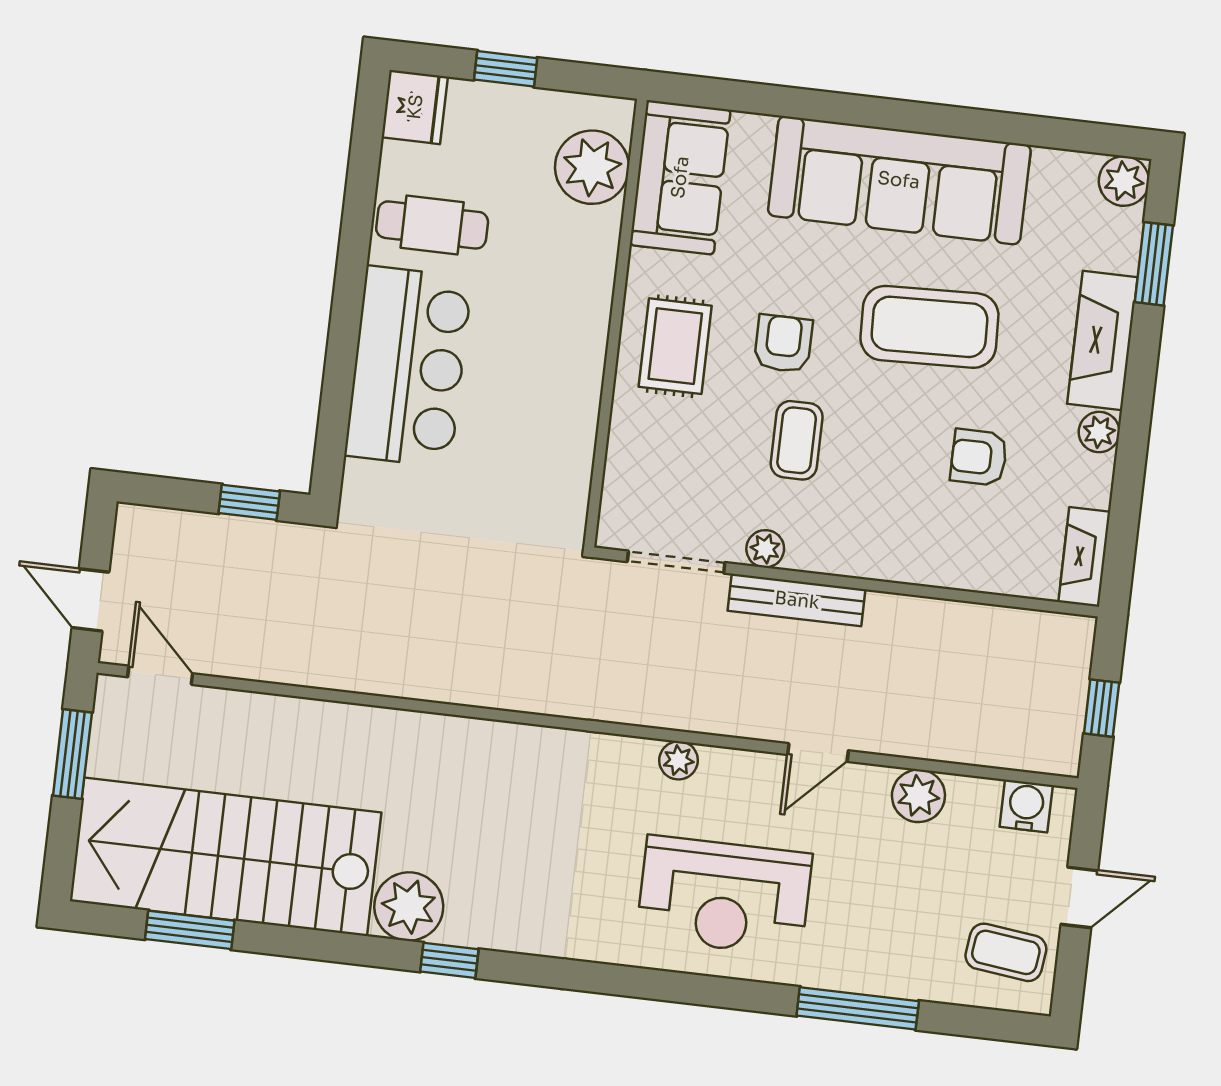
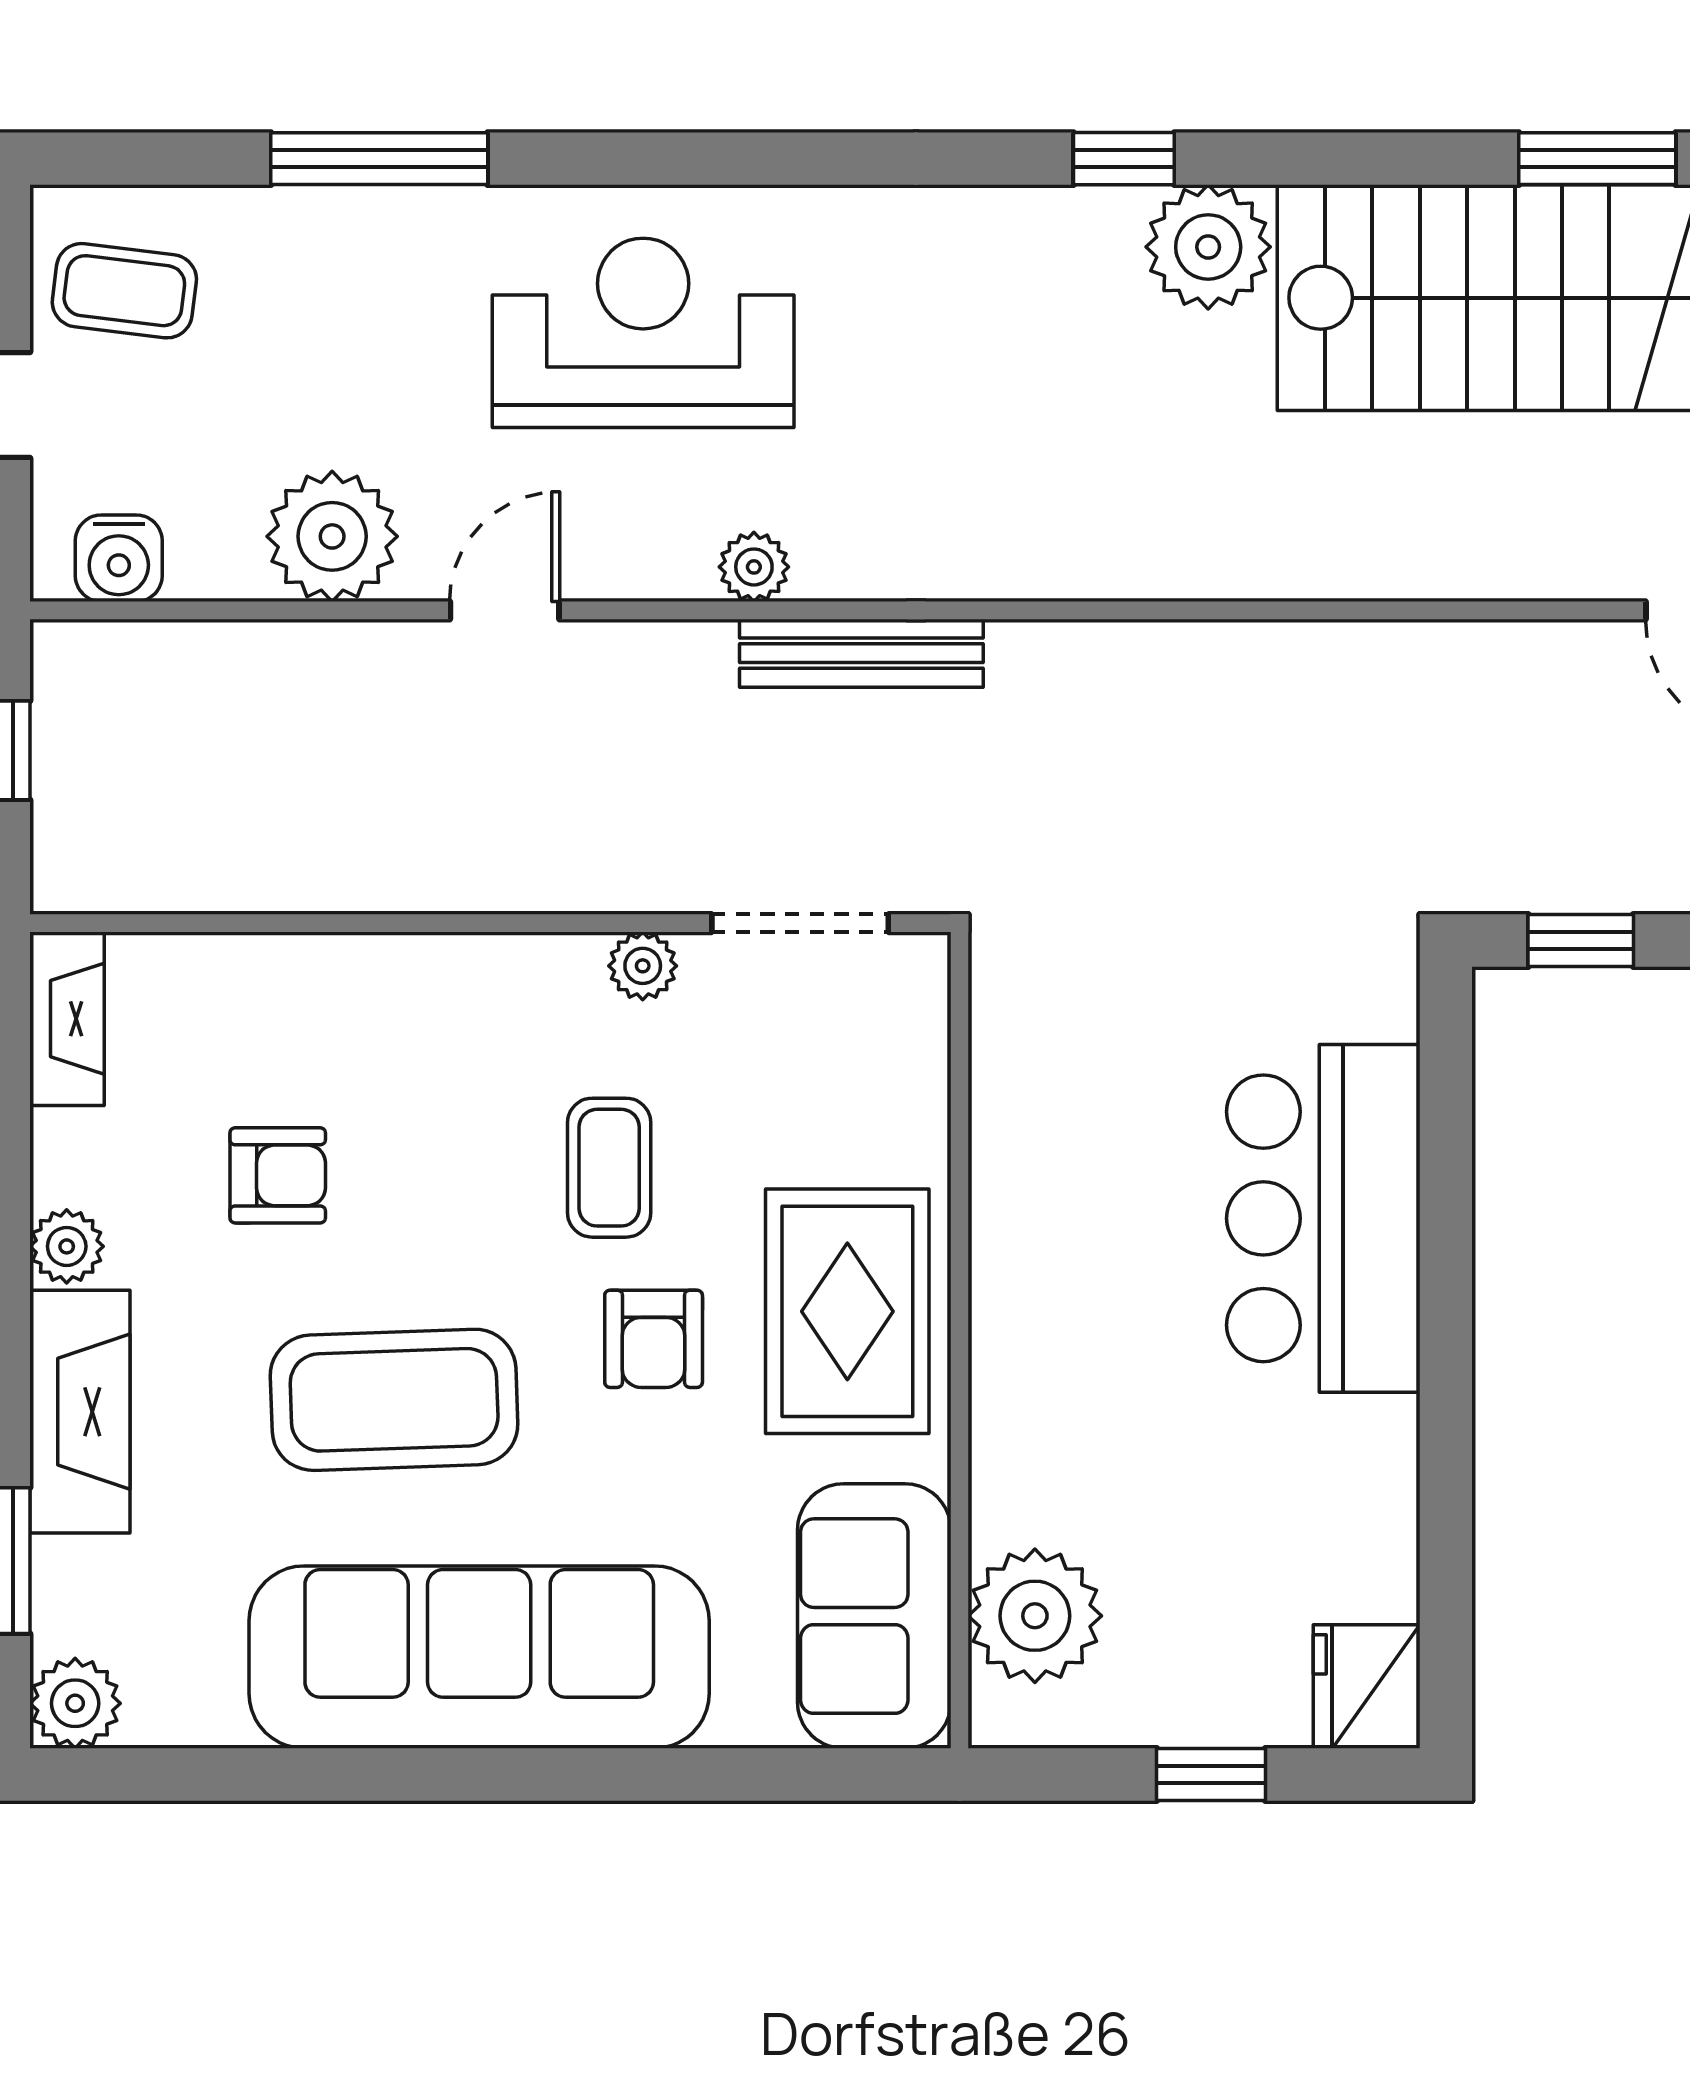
cafe table: (432, 225) -> (1310, 1478), removed
rug: (675, 346) -> (847, 1311), width x1.36, depth x1.43
bench: (797, 600) -> (861, 653), moved
plant: (918, 796) -> (332, 536), width x1.36, depth x1.36

